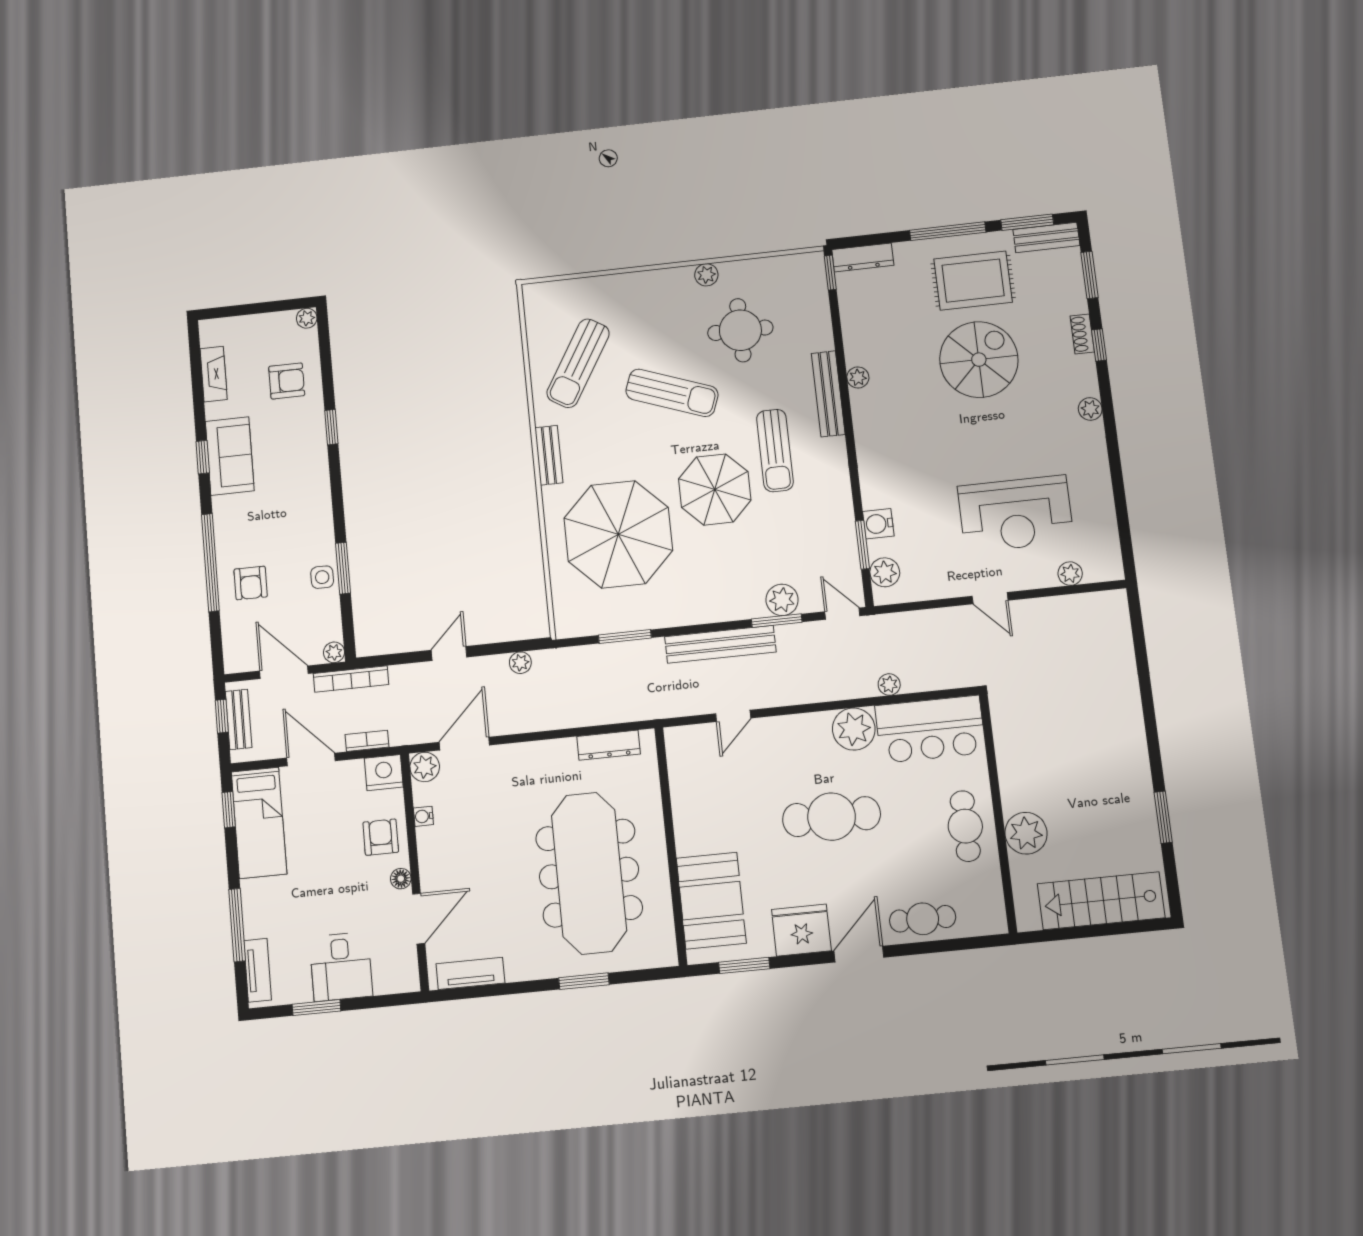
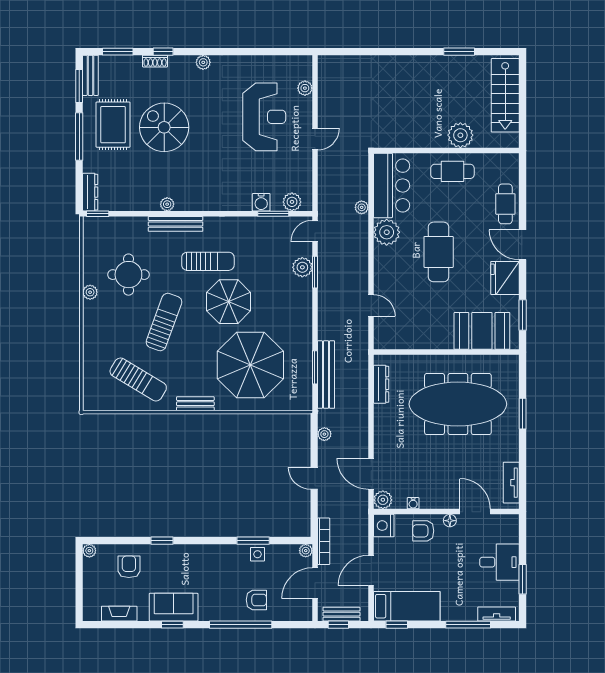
bench: (720, 644) -> (326, 375), moved
bookcase: (367, 741) -> (363, 534), removed

